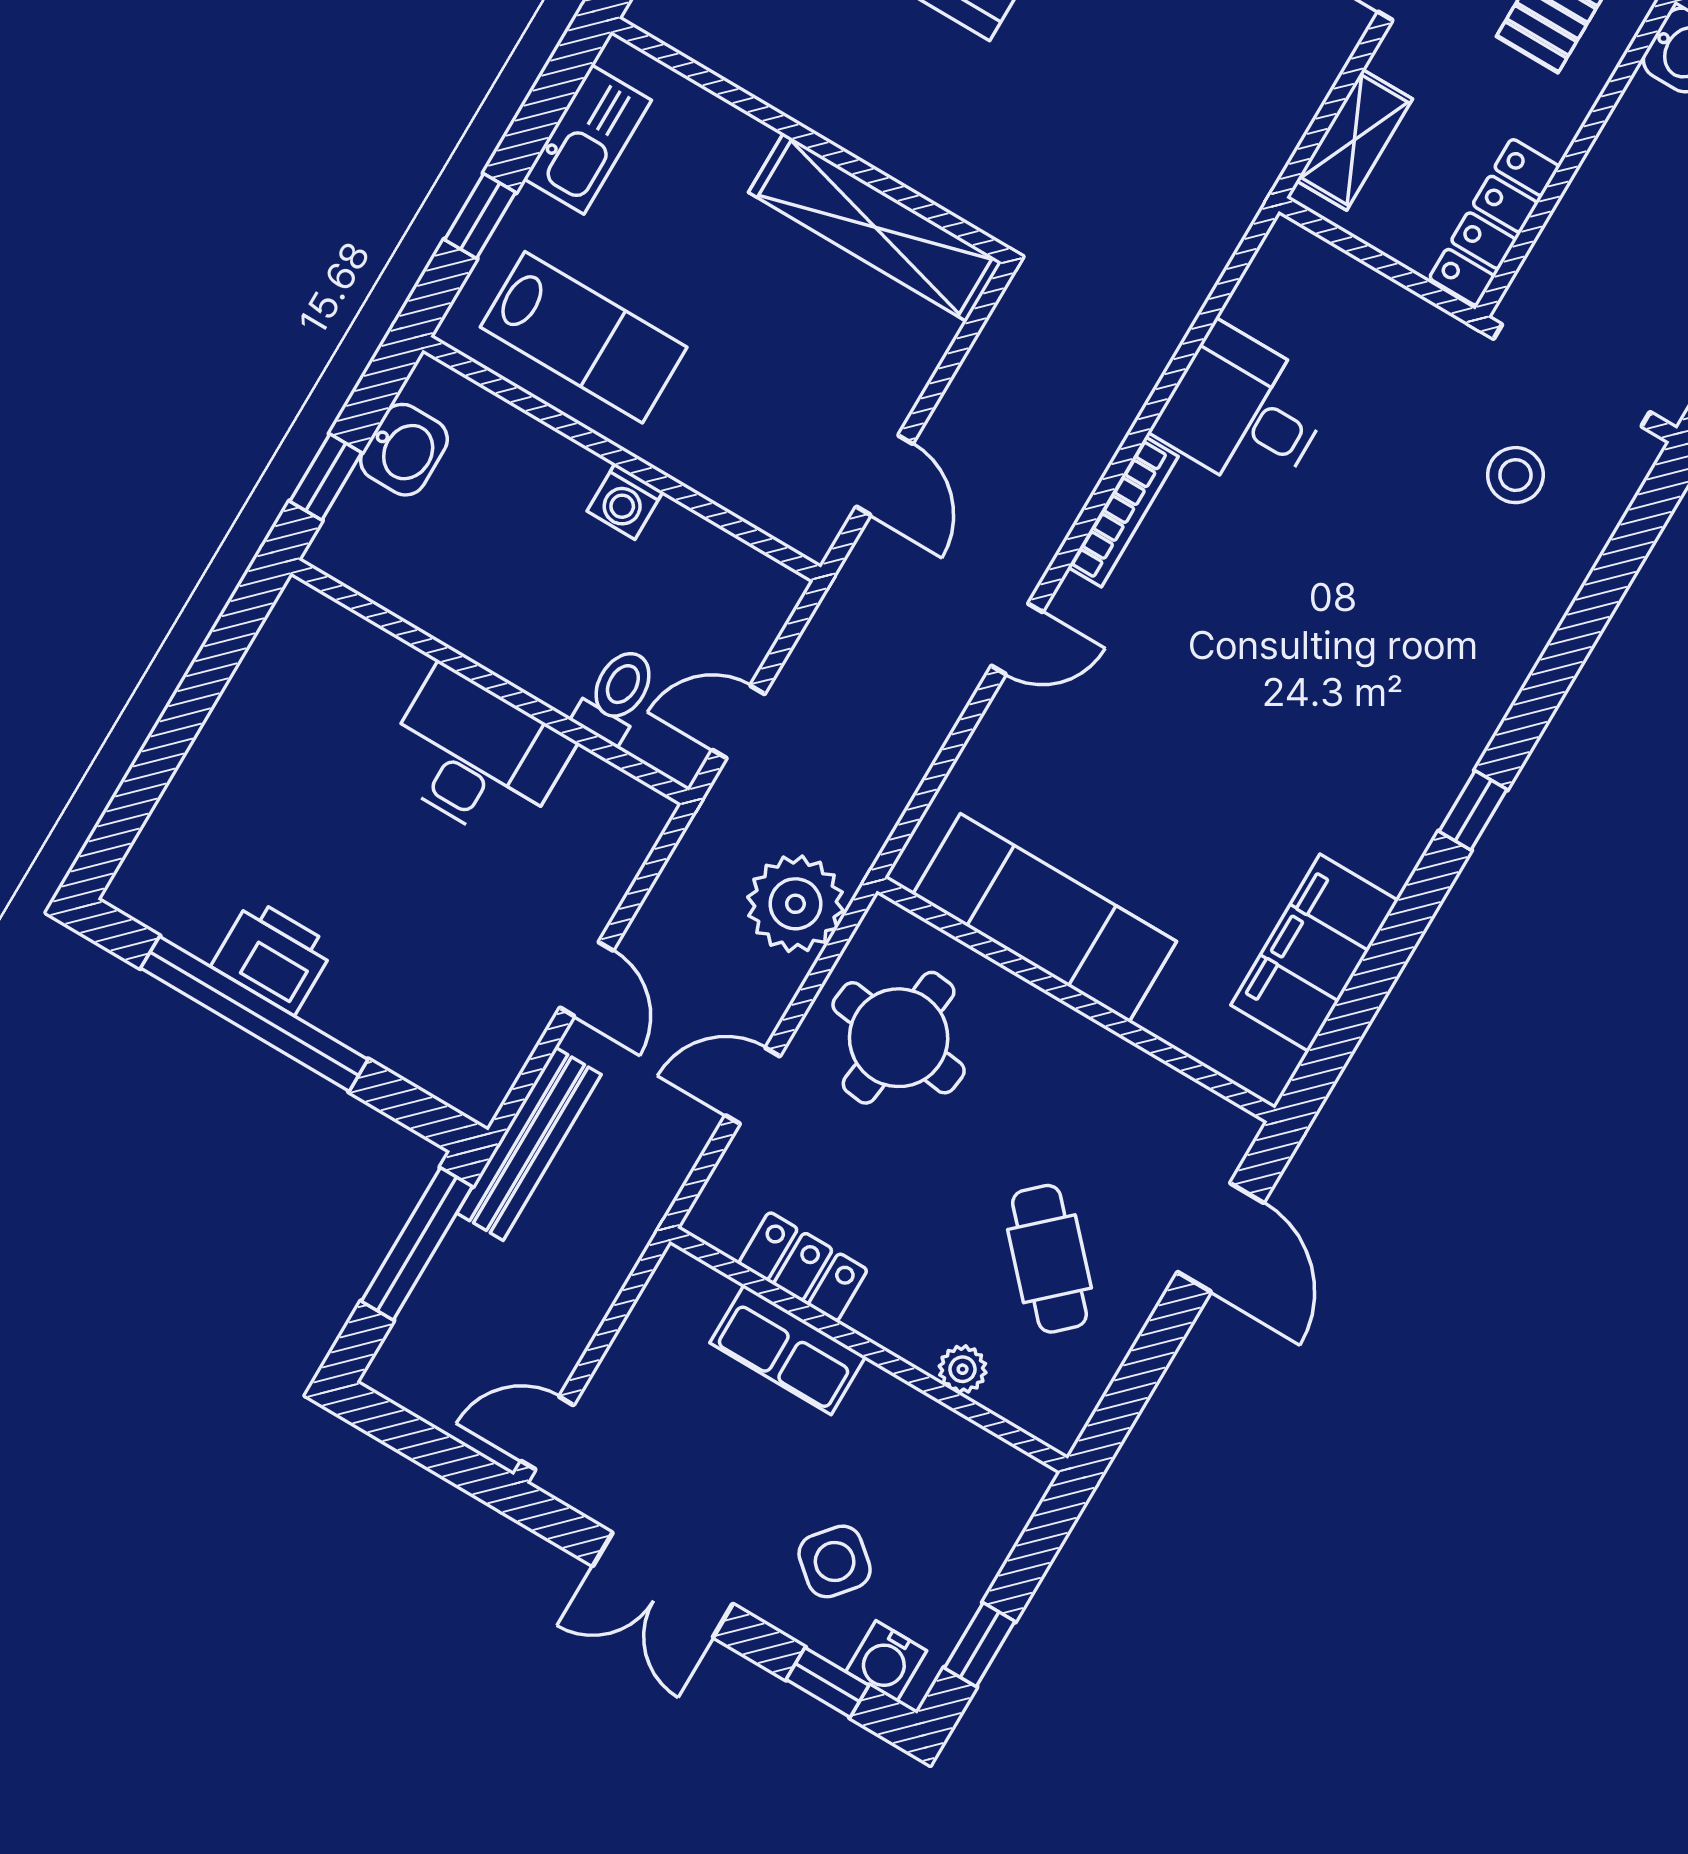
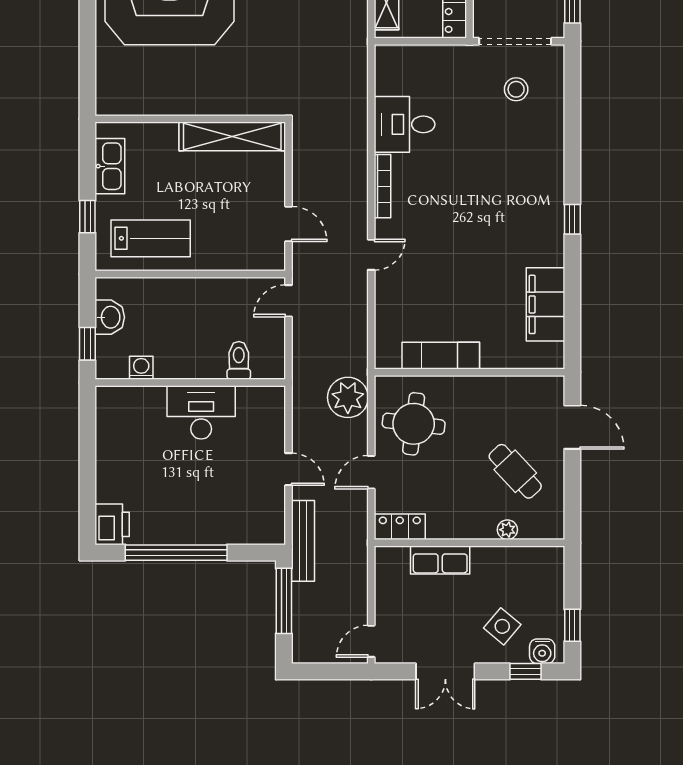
washing machine: (625, 501) -> (141, 368), moved, turned 180
door: (738, 722) -> (289, 301), moved
exam couch: (1045, 918) -> (441, 356), width x0.73, depth x0.69
printer: (273, 956) -> (112, 524), moved, turned 90
locker: (803, 1267) -> (400, 527), moved

